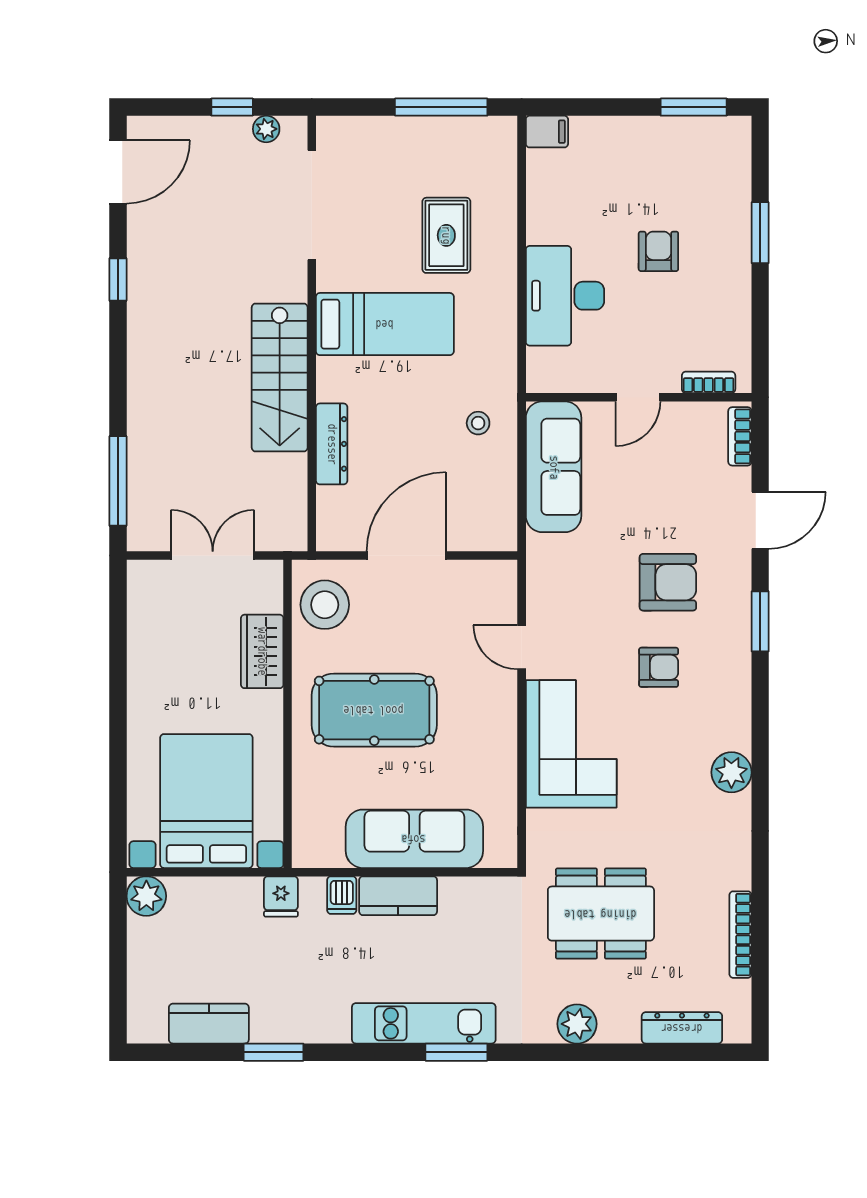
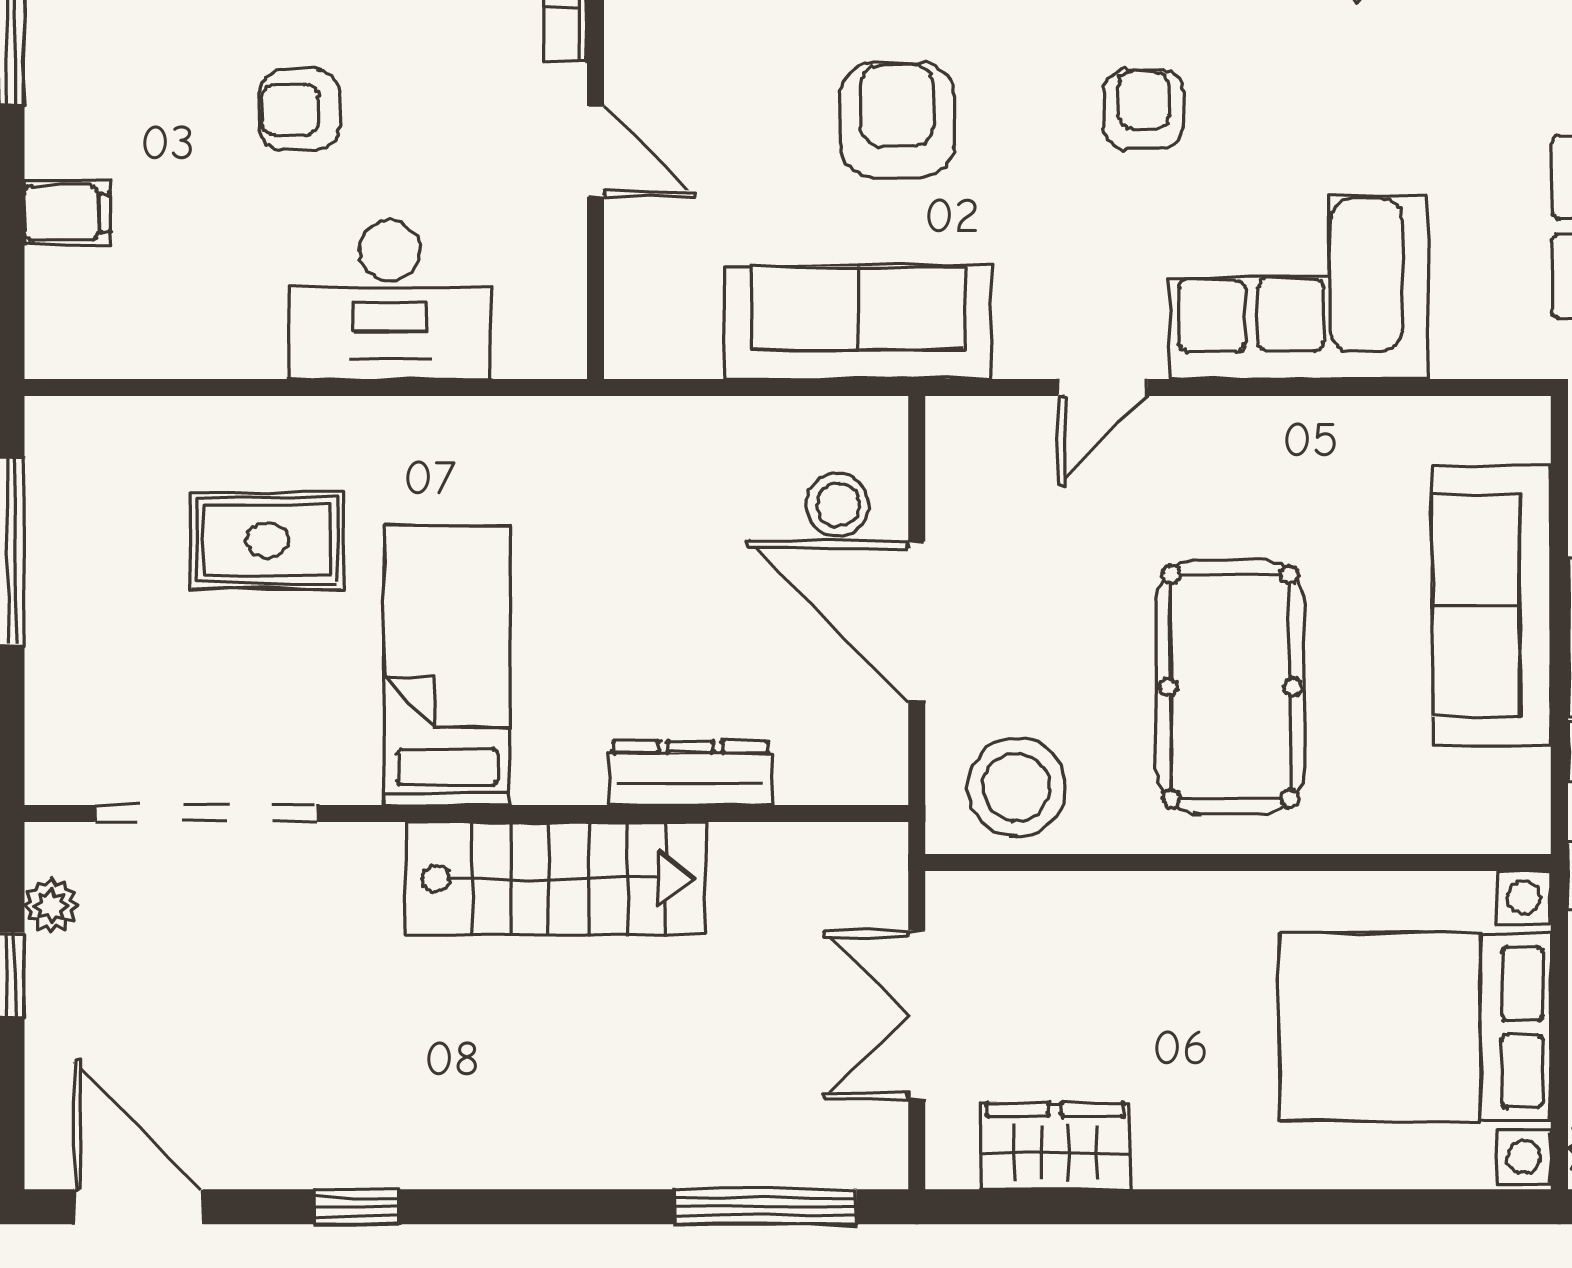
filing cabinet: (547, 132) -> (67, 213), moved, turned 90
stool: (478, 423) -> (838, 505), moved, width x1.37, depth x1.37
sofa: (554, 467) -> (858, 323), moved
armchair: (668, 582) -> (897, 120), moved
wardrobe: (262, 651) -> (1055, 1146), moved, turned 180

